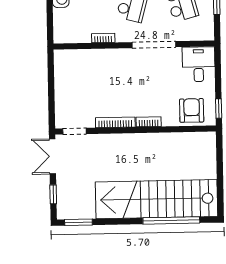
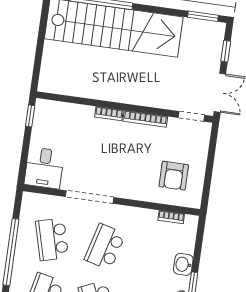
bookcase: (103, 38) -> (171, 217), moved
armchair: (192, 110) -> (174, 176), moved

